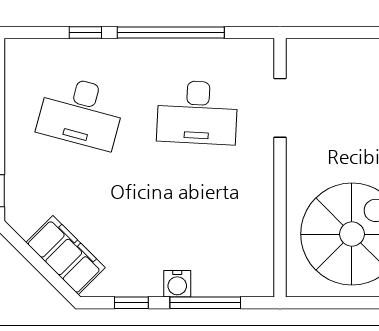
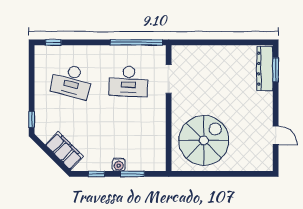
window: (85, 33) -> (53, 42), moved
window: (171, 33) -> (136, 42), moved
window: (205, 303) -> (132, 174), width x0.69

